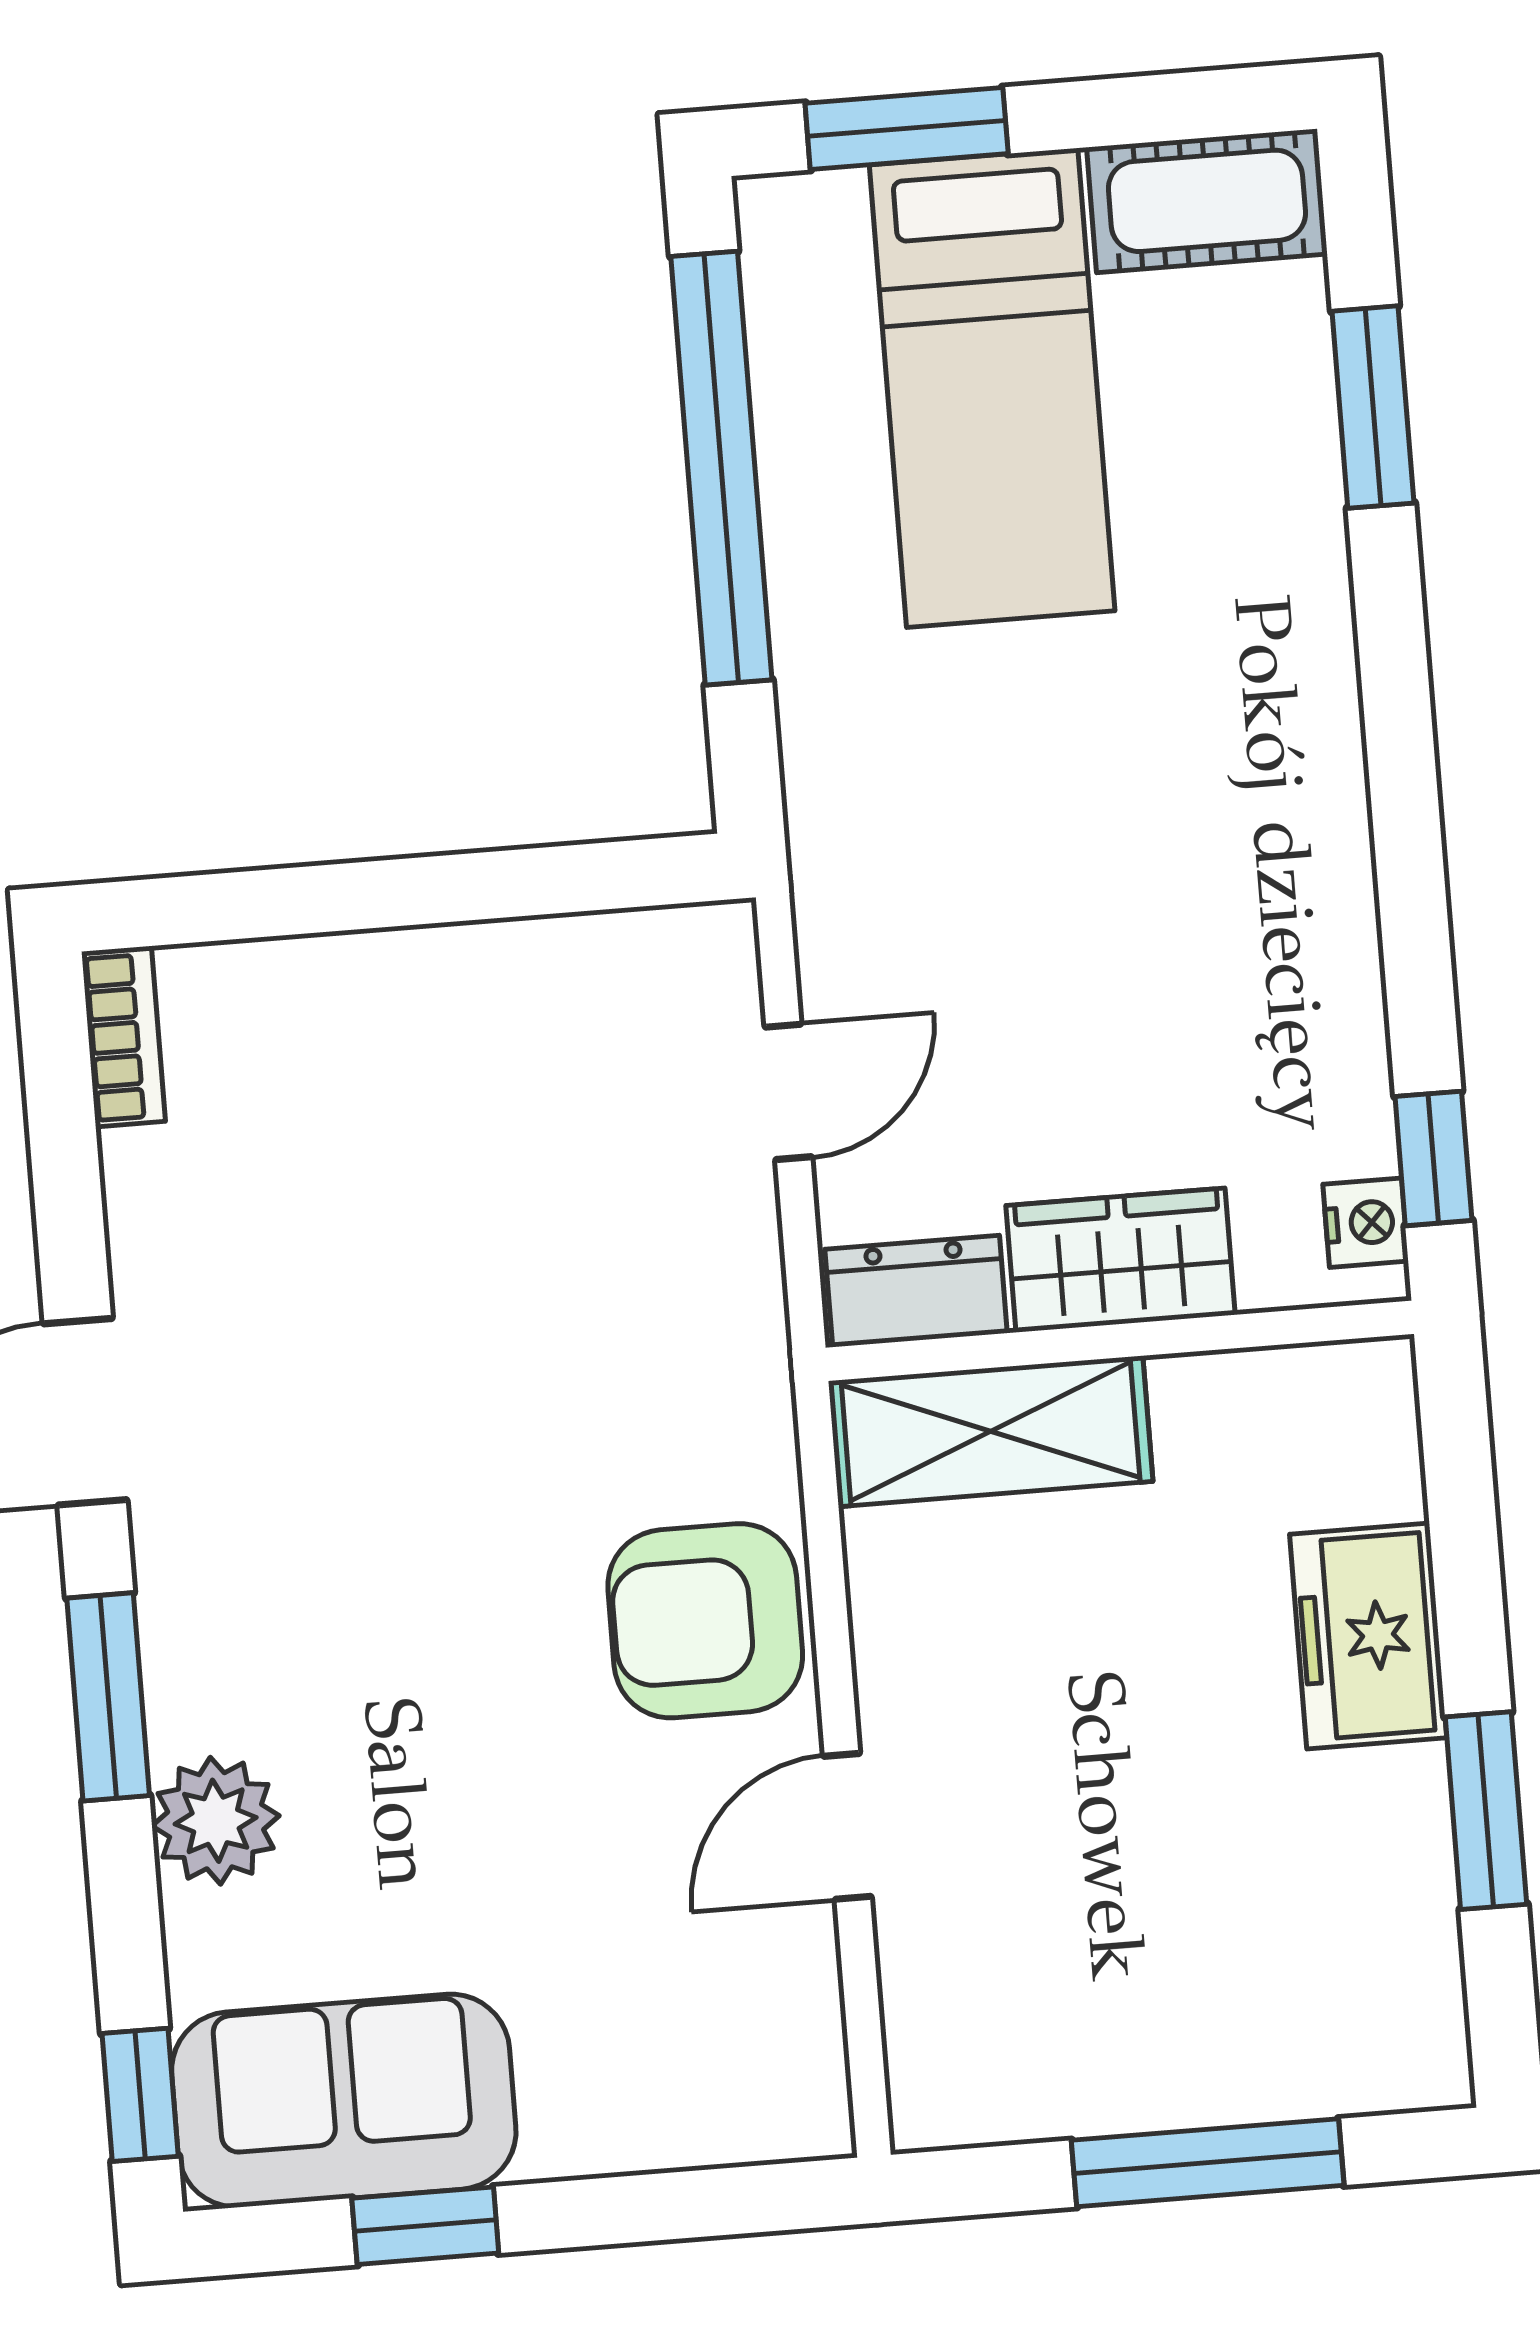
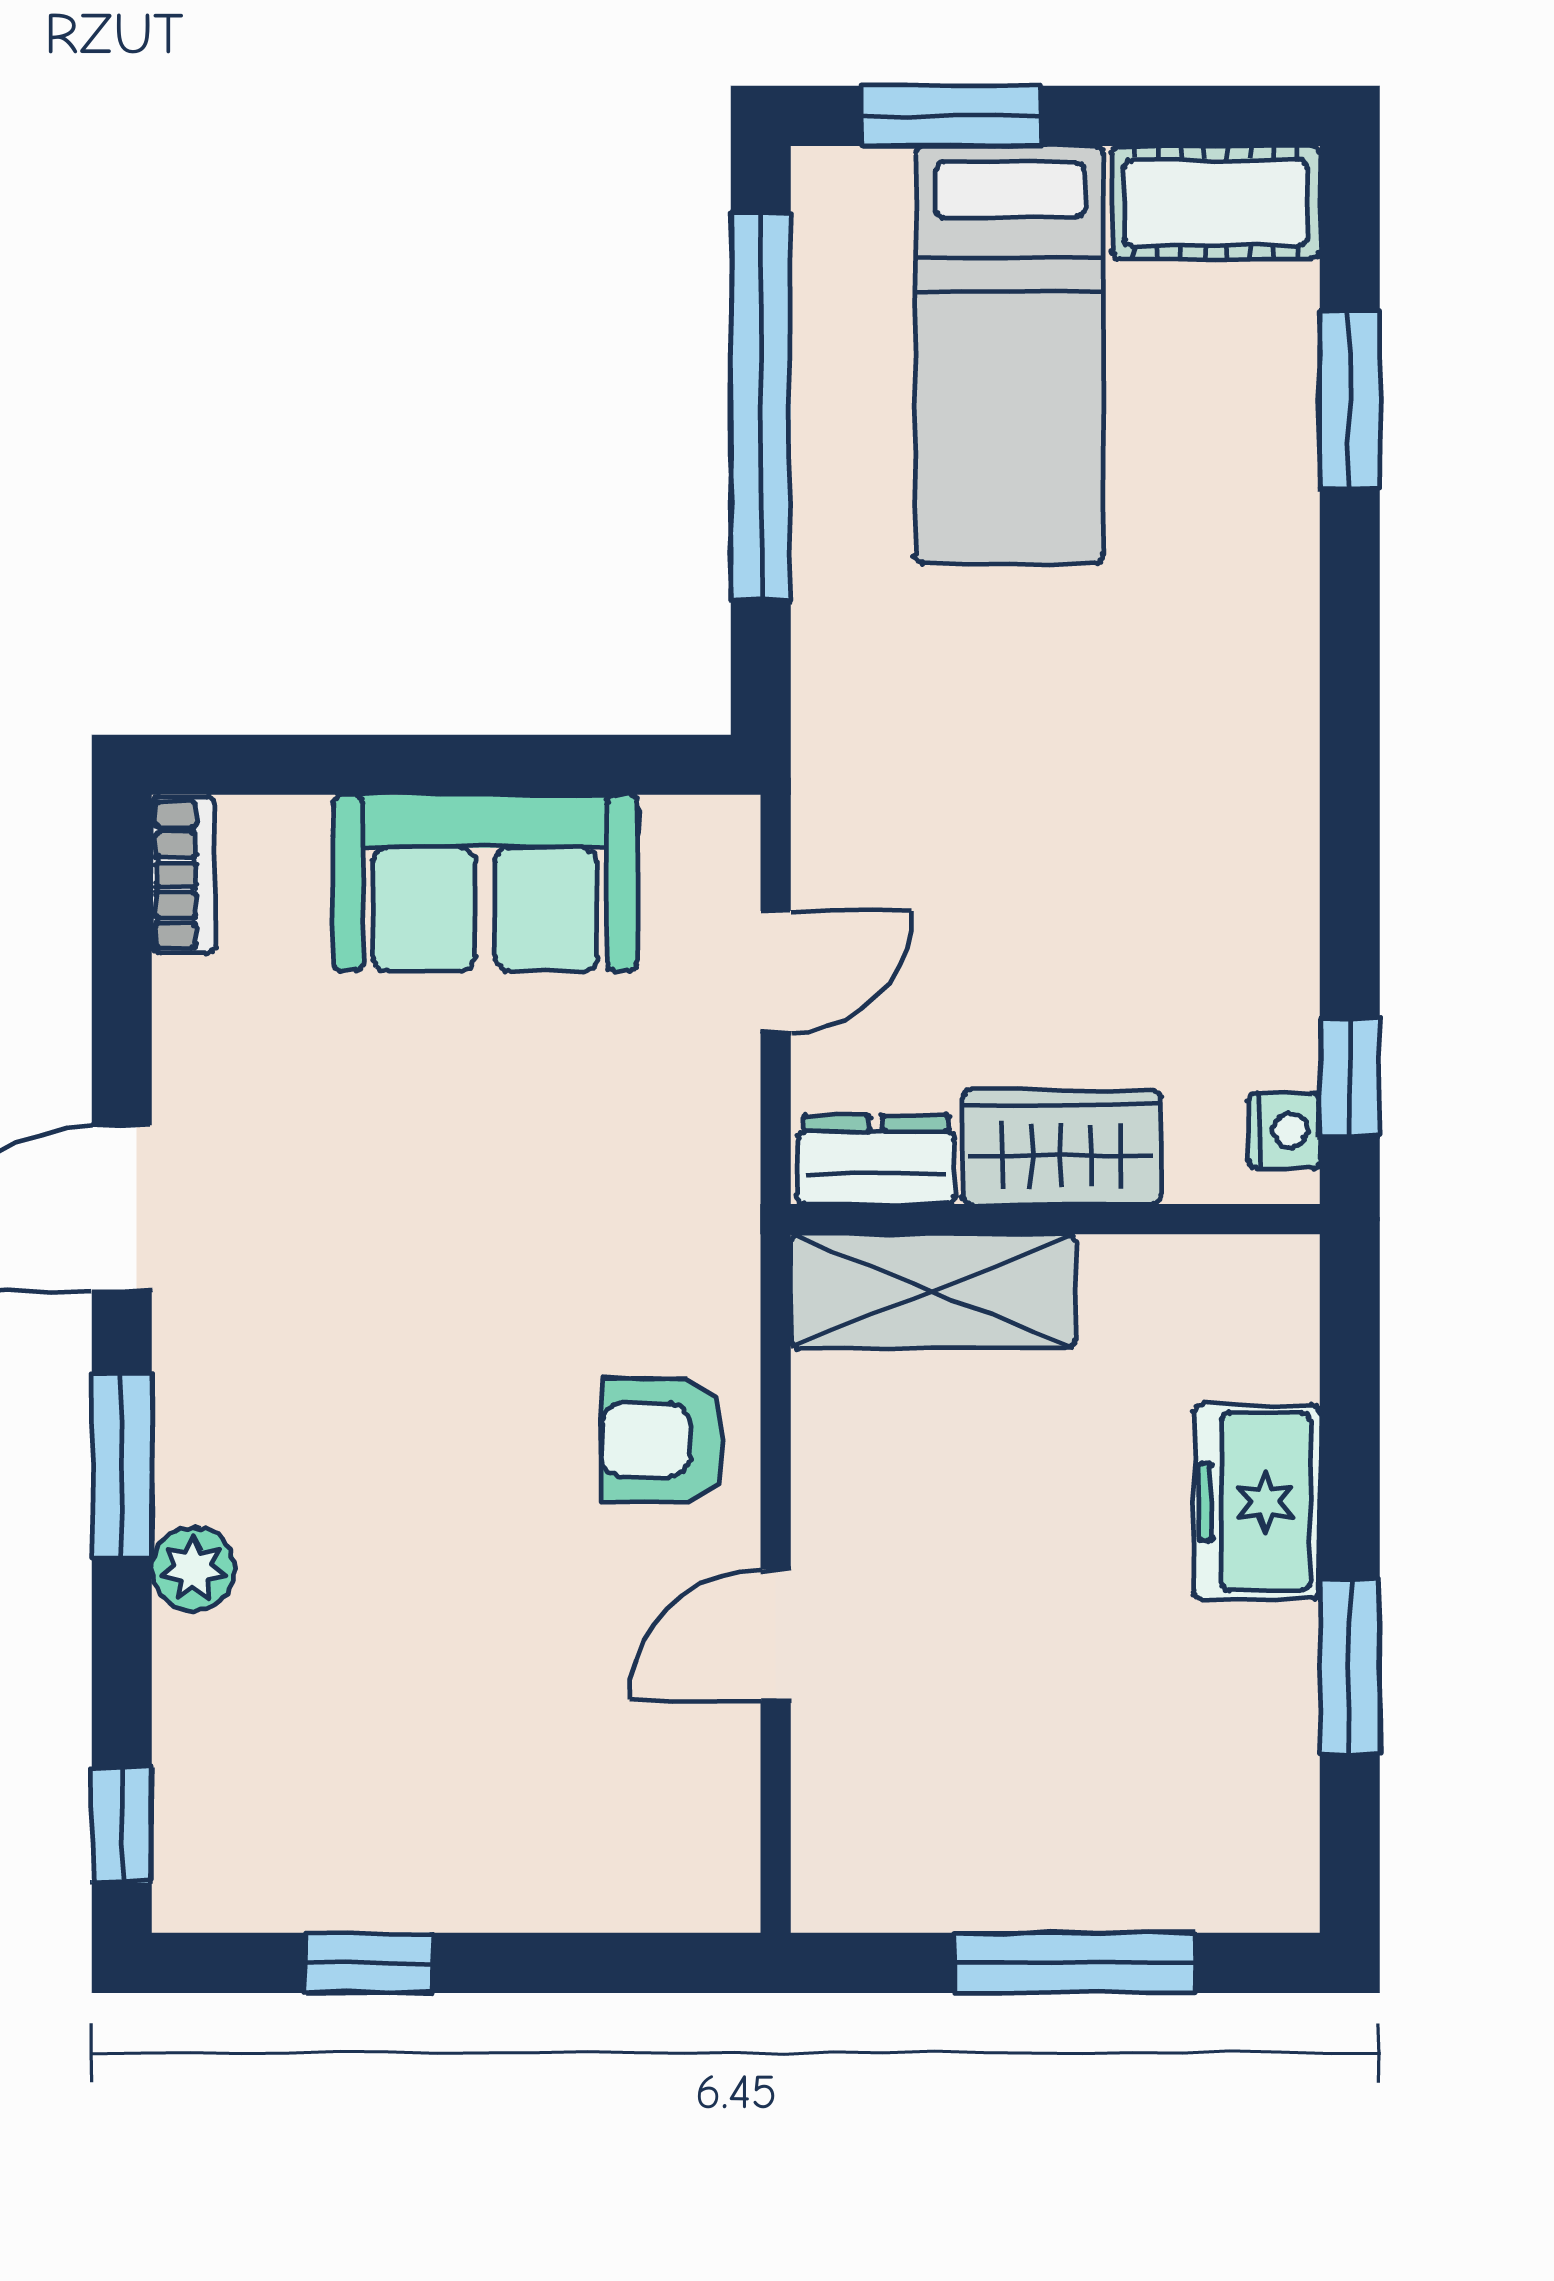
armchair: (705, 1621) -> (663, 1440), width x0.72, depth x0.72
plant: (216, 1821) -> (194, 1569), width x0.73, depth x0.73
sofa: (344, 2101) -> (485, 883), moved, turned 180

